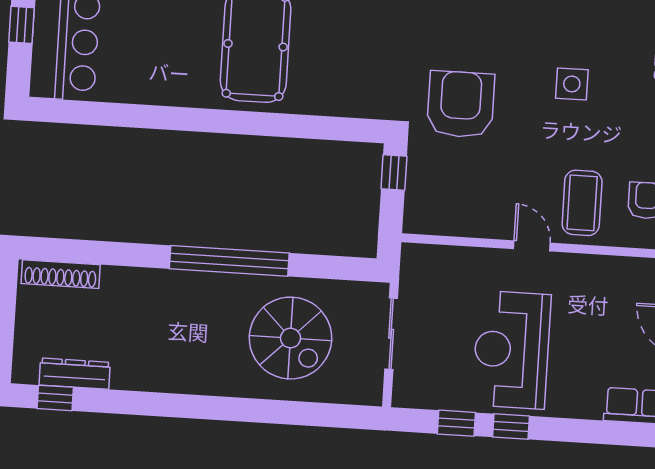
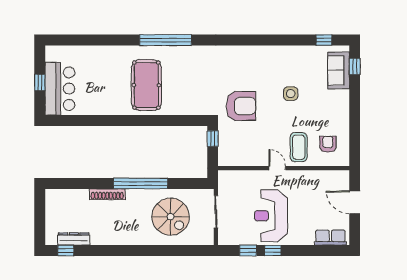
armchair: (461, 104) -> (241, 106), turned 90
shoe rack: (61, 274) -> (107, 194), moved

